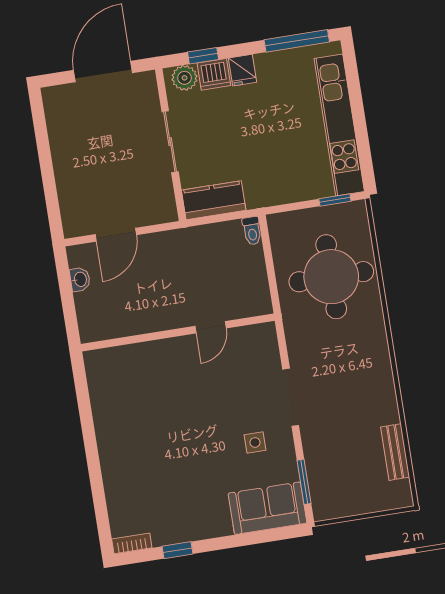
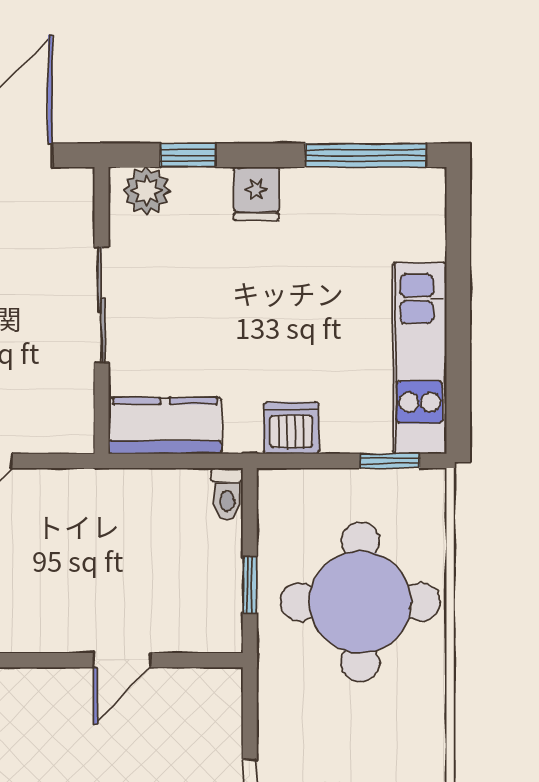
dishwasher: (214, 74) -> (291, 428), moved, turned 180
kitchen unit: (339, 125) -> (420, 358), width x0.73
window: (272, 277) -> (250, 585), added

